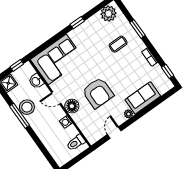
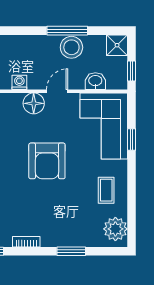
window: (77, 23) -> (132, 139), moved
coffee table: (118, 44) -> (106, 190), moved
armchair: (98, 93) -> (47, 161), moved, turned -90

